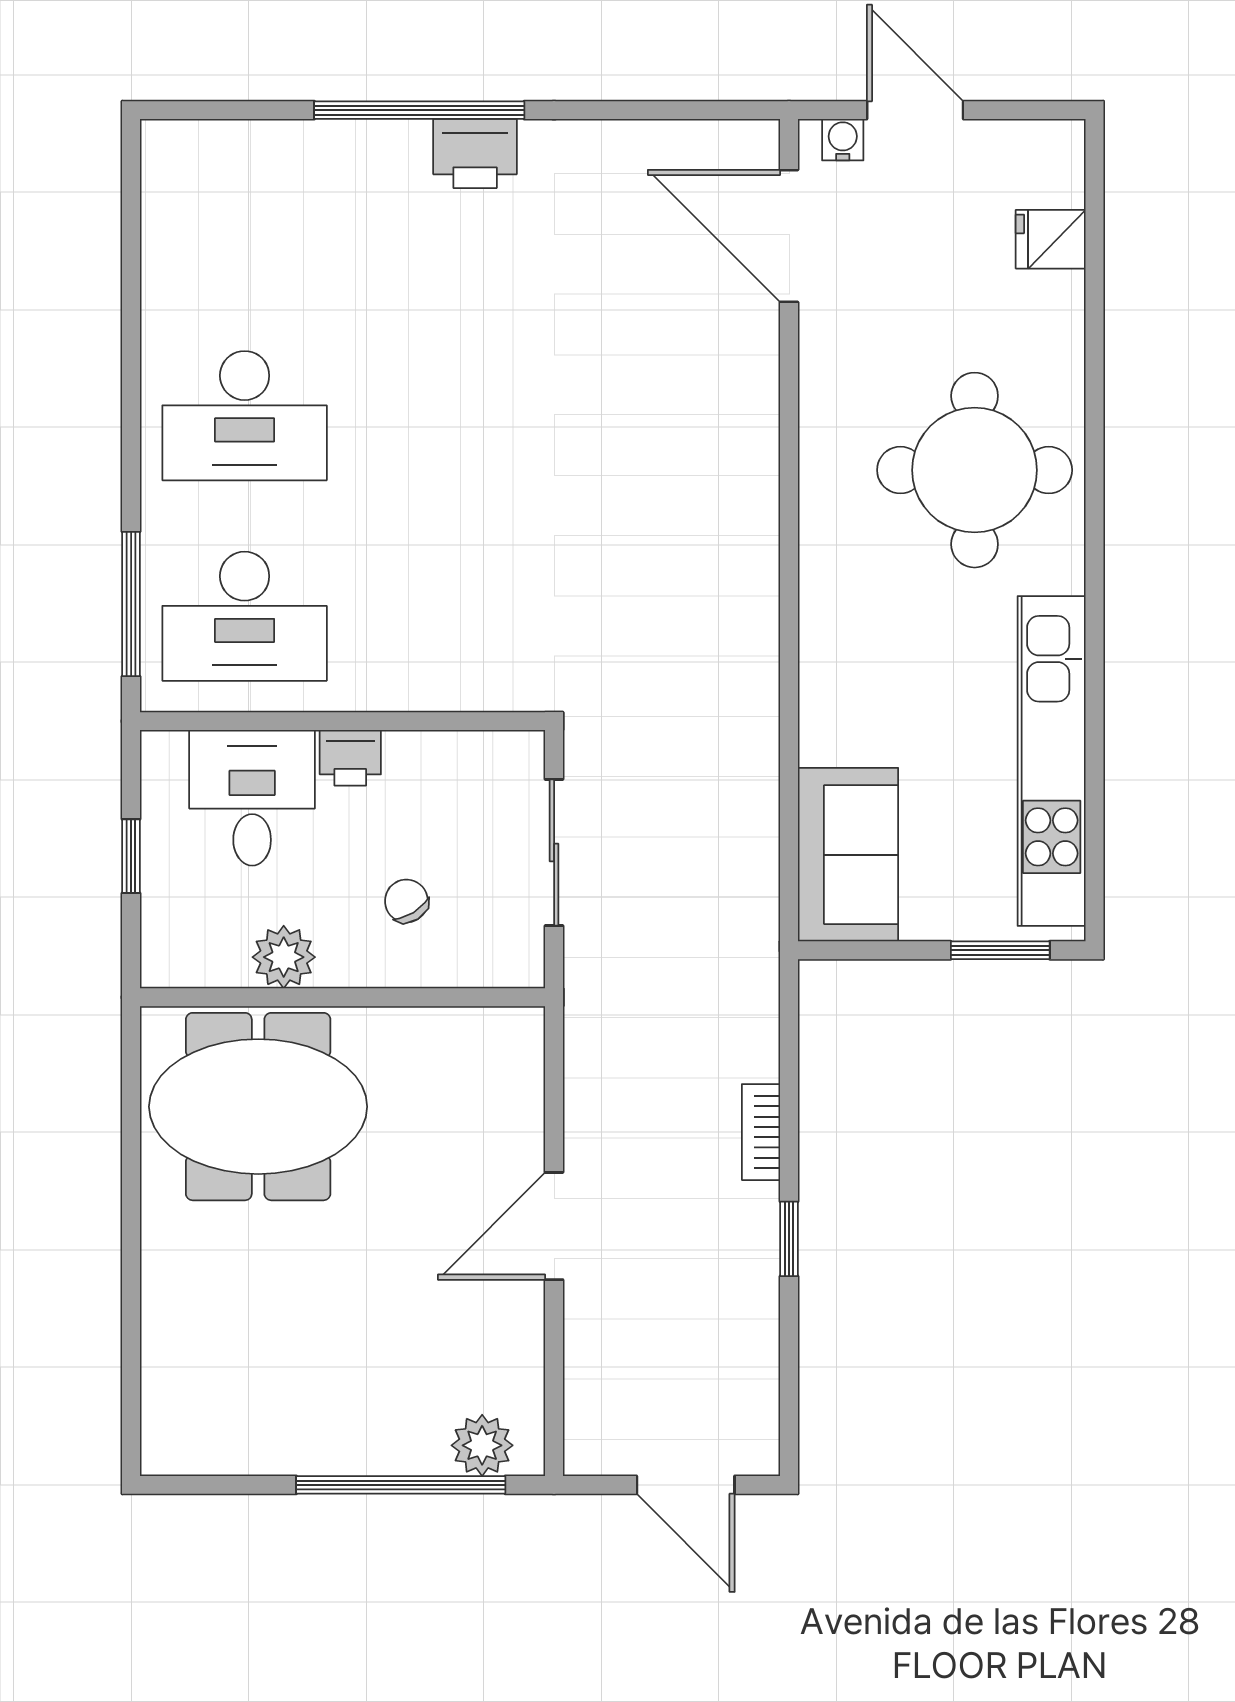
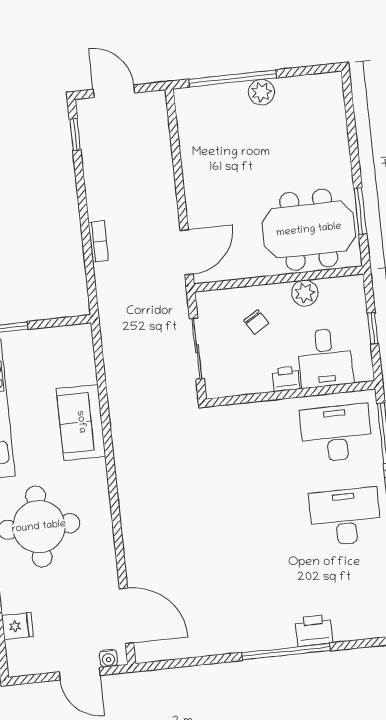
printer: (475, 154) -> (314, 630), moved
sofa: (848, 855) -> (81, 422), moved
window: (131, 1138) -> (360, 211), added
door: (554, 1226) -> (187, 252), moved
window: (789, 1239) -> (75, 134), moved
plant: (482, 1445) -> (261, 92), moved

